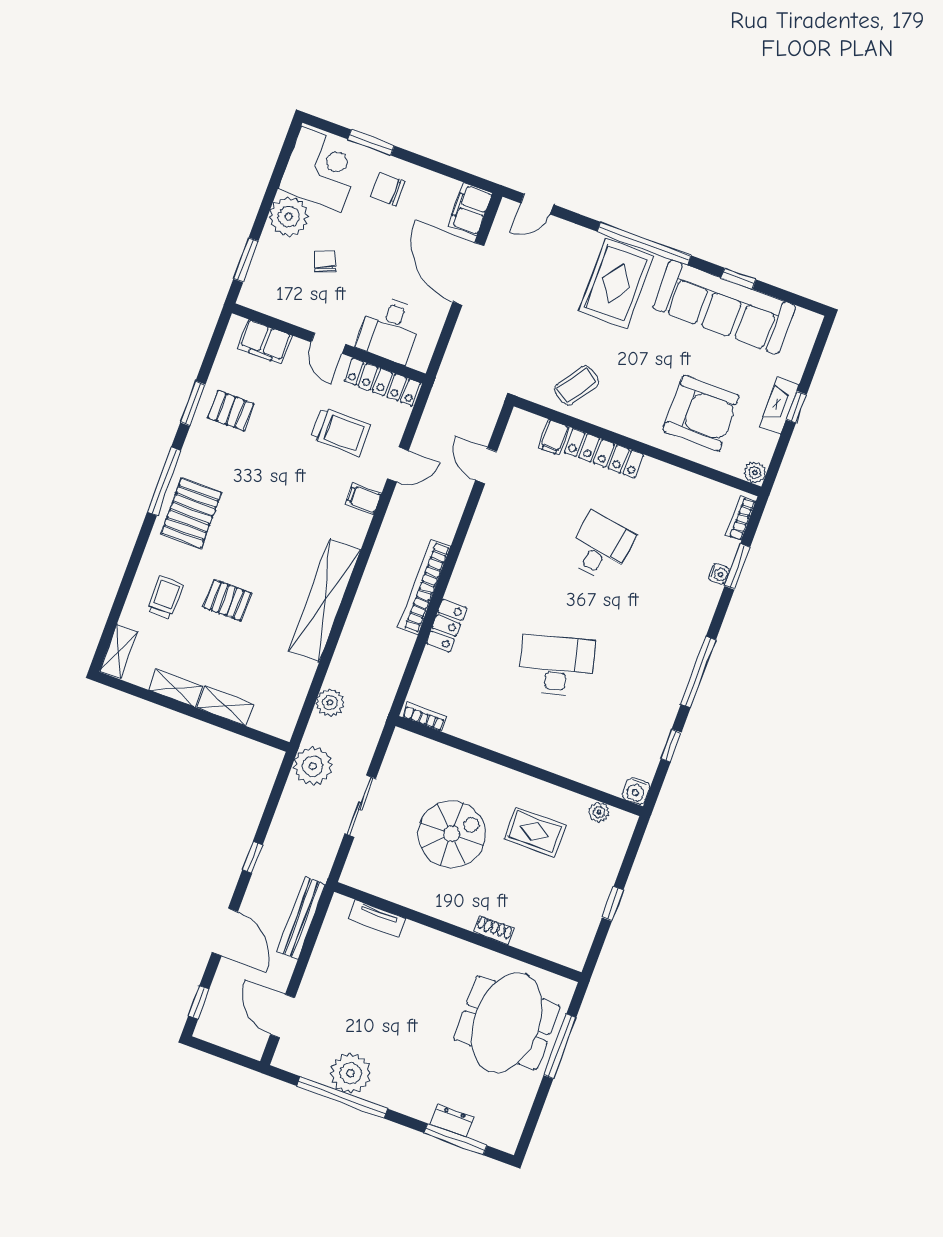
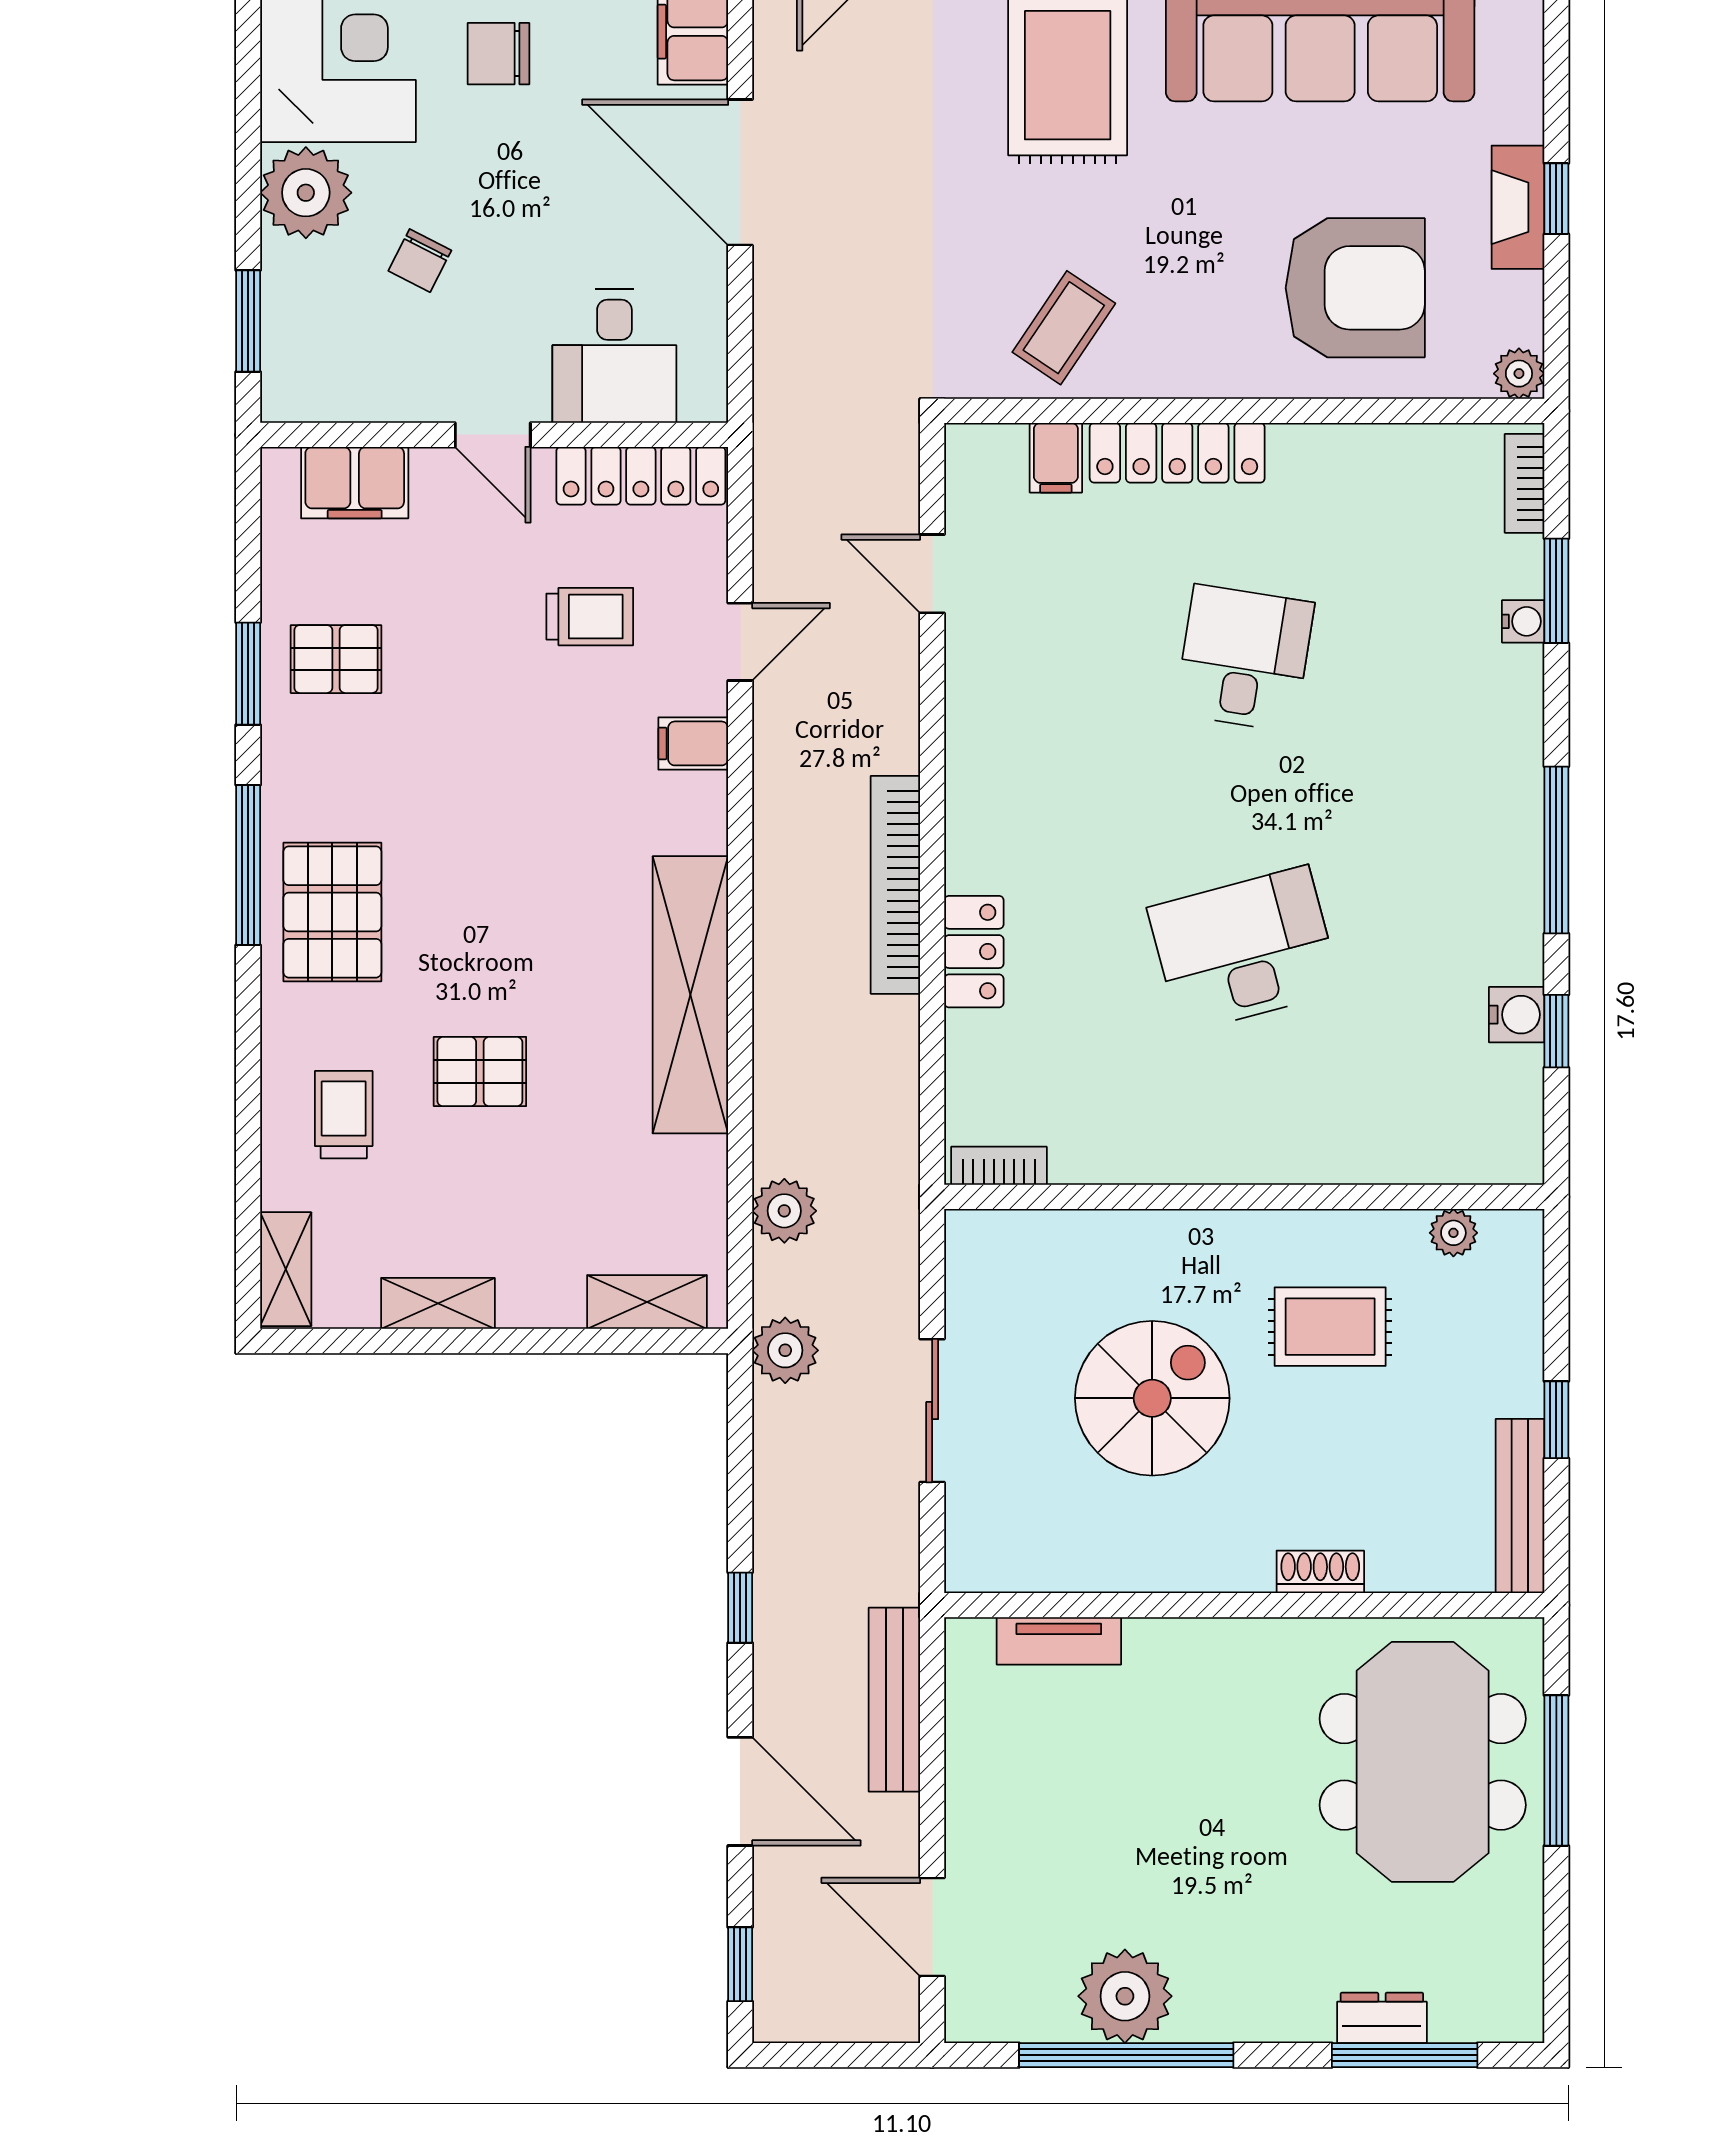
chair: (325, 261) -> (420, 261), turned -130
trolley: (340, 432) -> (590, 617), width x0.73, depth x0.72
shelving: (225, 706) -> (647, 1302), moved
plant: (313, 766) -> (785, 1350), width x0.73, depth x0.73
water cooler: (636, 791) -> (1517, 1015), moved, turned -90
bench: (585, 933) -> (1520, 1506), added

